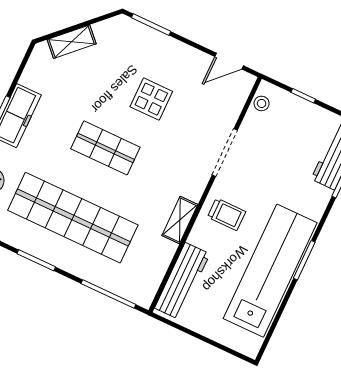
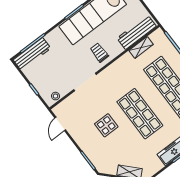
door: (229, 61) -> (60, 124), swing flipped
shop shelf: (105, 148) -> (140, 114), width x1.43, depth x1.36
shelving: (180, 220) -> (141, 47), moved

